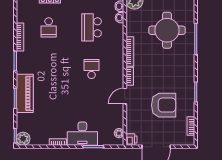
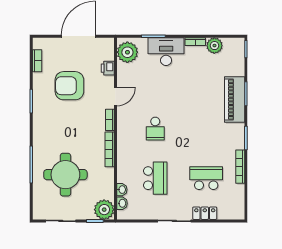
school desk: (49, 27) -> (206, 178), width x1.85
plant: (119, 133) -> (127, 52), width x1.88, depth x1.88
plant: (23, 139) -> (214, 46), moved
printer: (131, 140) -> (108, 68), moved

